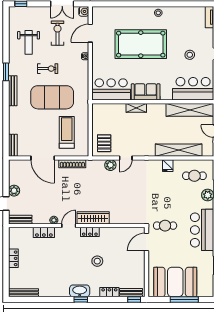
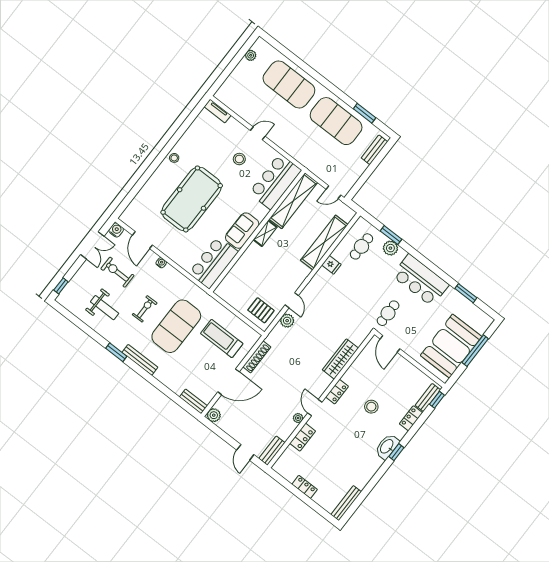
shelving: (136, 108) -> (265, 233), moved
plant: (14, 191) -> (214, 415), moved
wardrobe: (93, 218) -> (340, 359), moved

